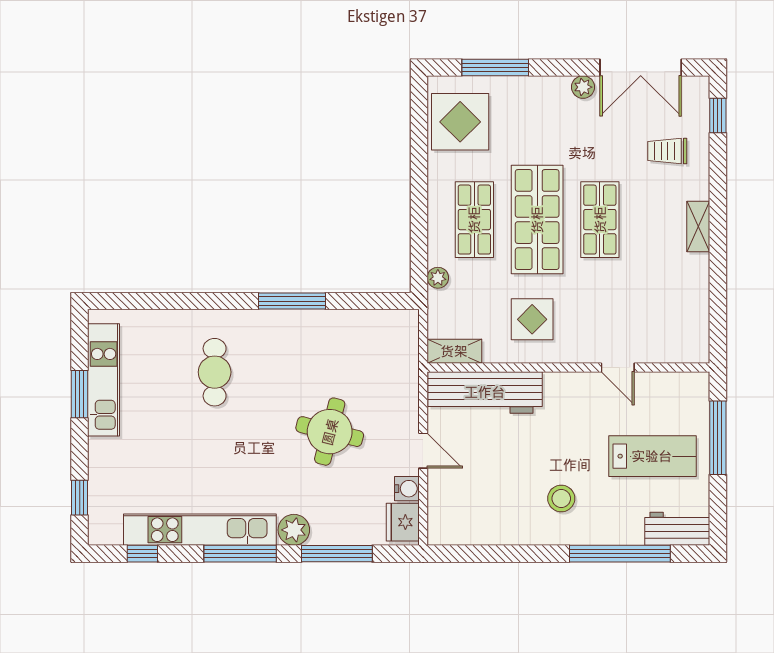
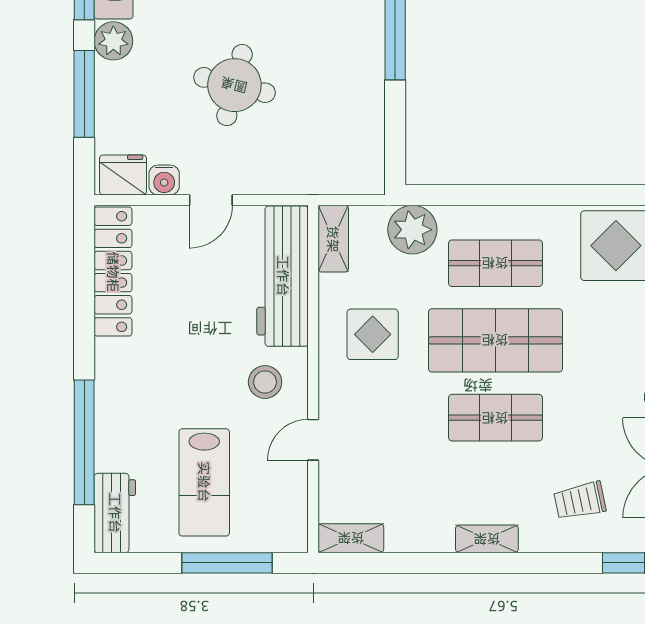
trolley: (667, 151) -> (580, 501), turned -102
plant: (438, 278) -> (412, 230), width x1.88, depth x1.88
shelving: (698, 337) -> (351, 538), added
stool: (561, 498) -> (265, 382), moved
locker: (481, 530) -> (113, 272), added

